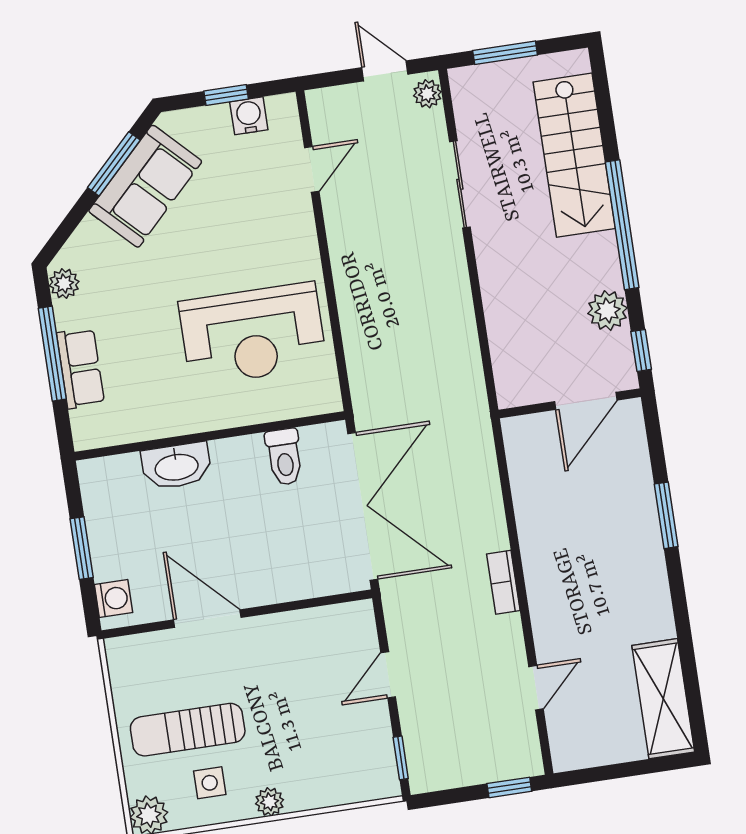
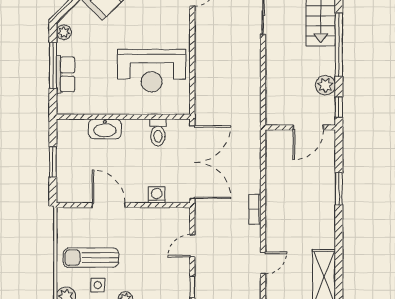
washing machine: (114, 599) -> (157, 195), moved, turned -90

